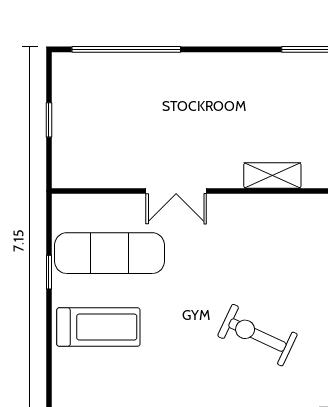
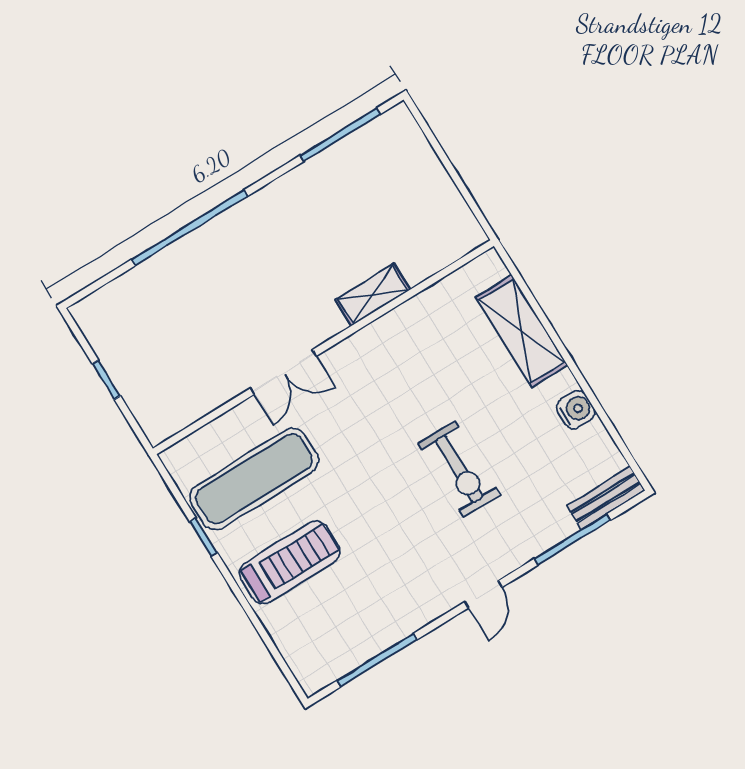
window: (126, 49) -> (190, 228), moved
exercise bike: (257, 335) -> (459, 469), turned -115

